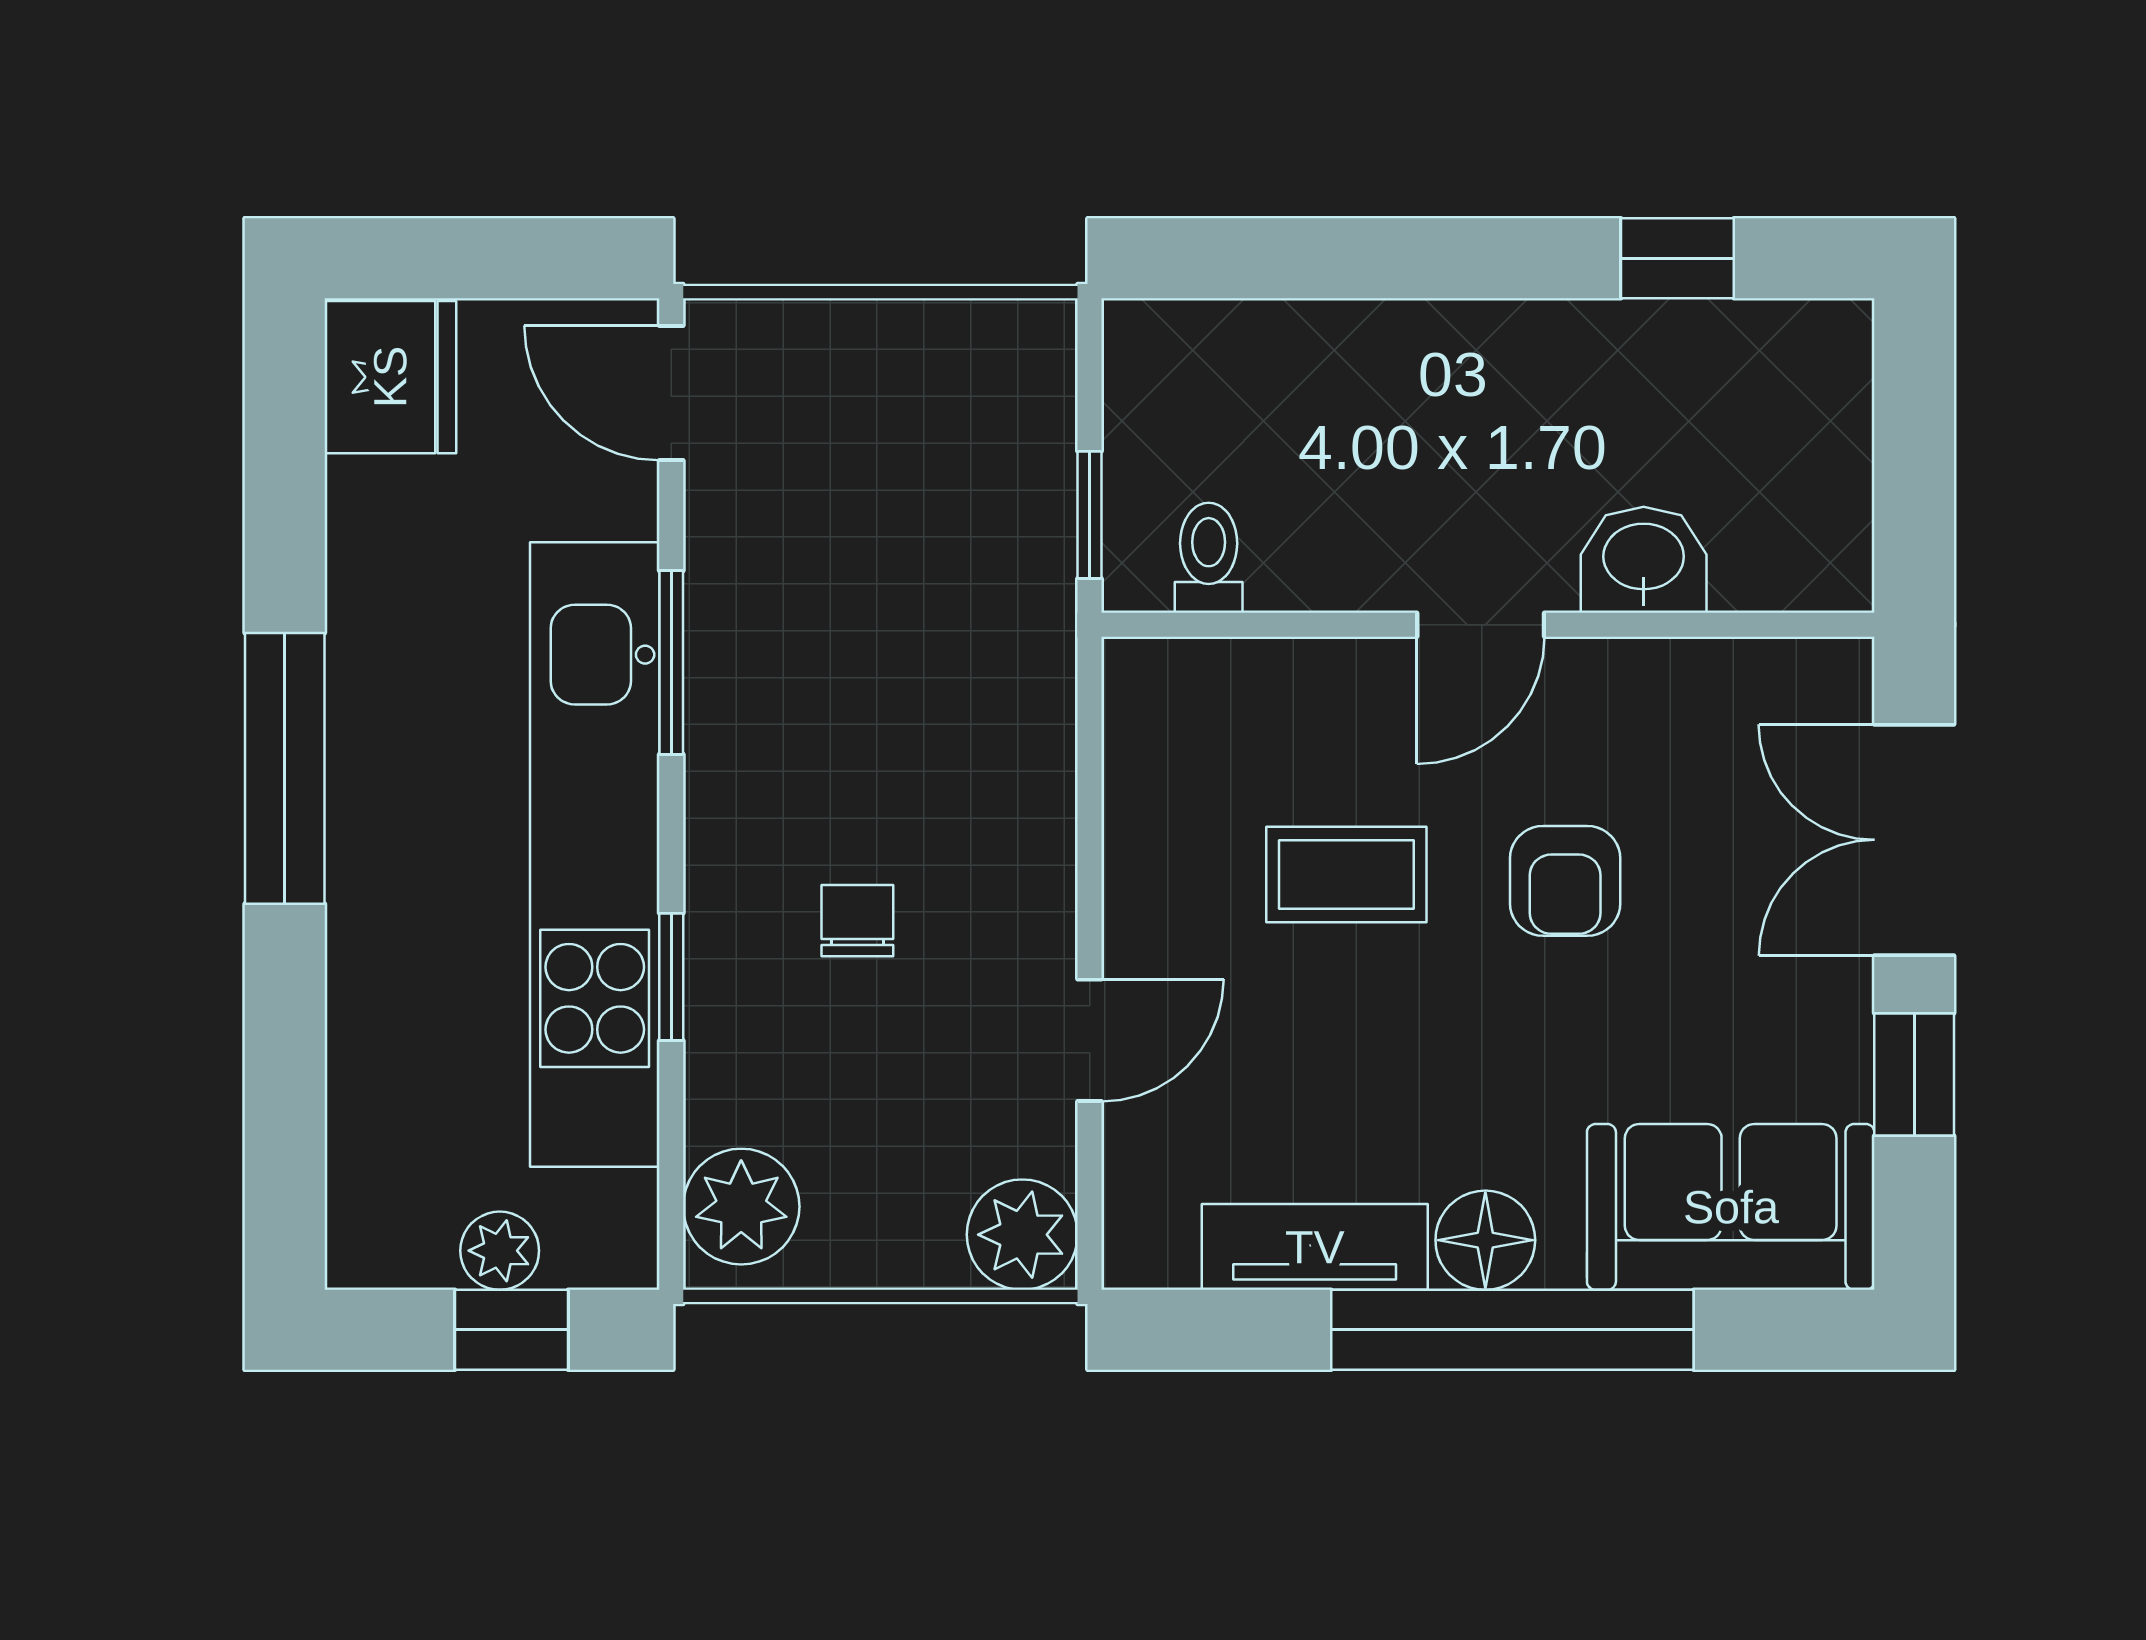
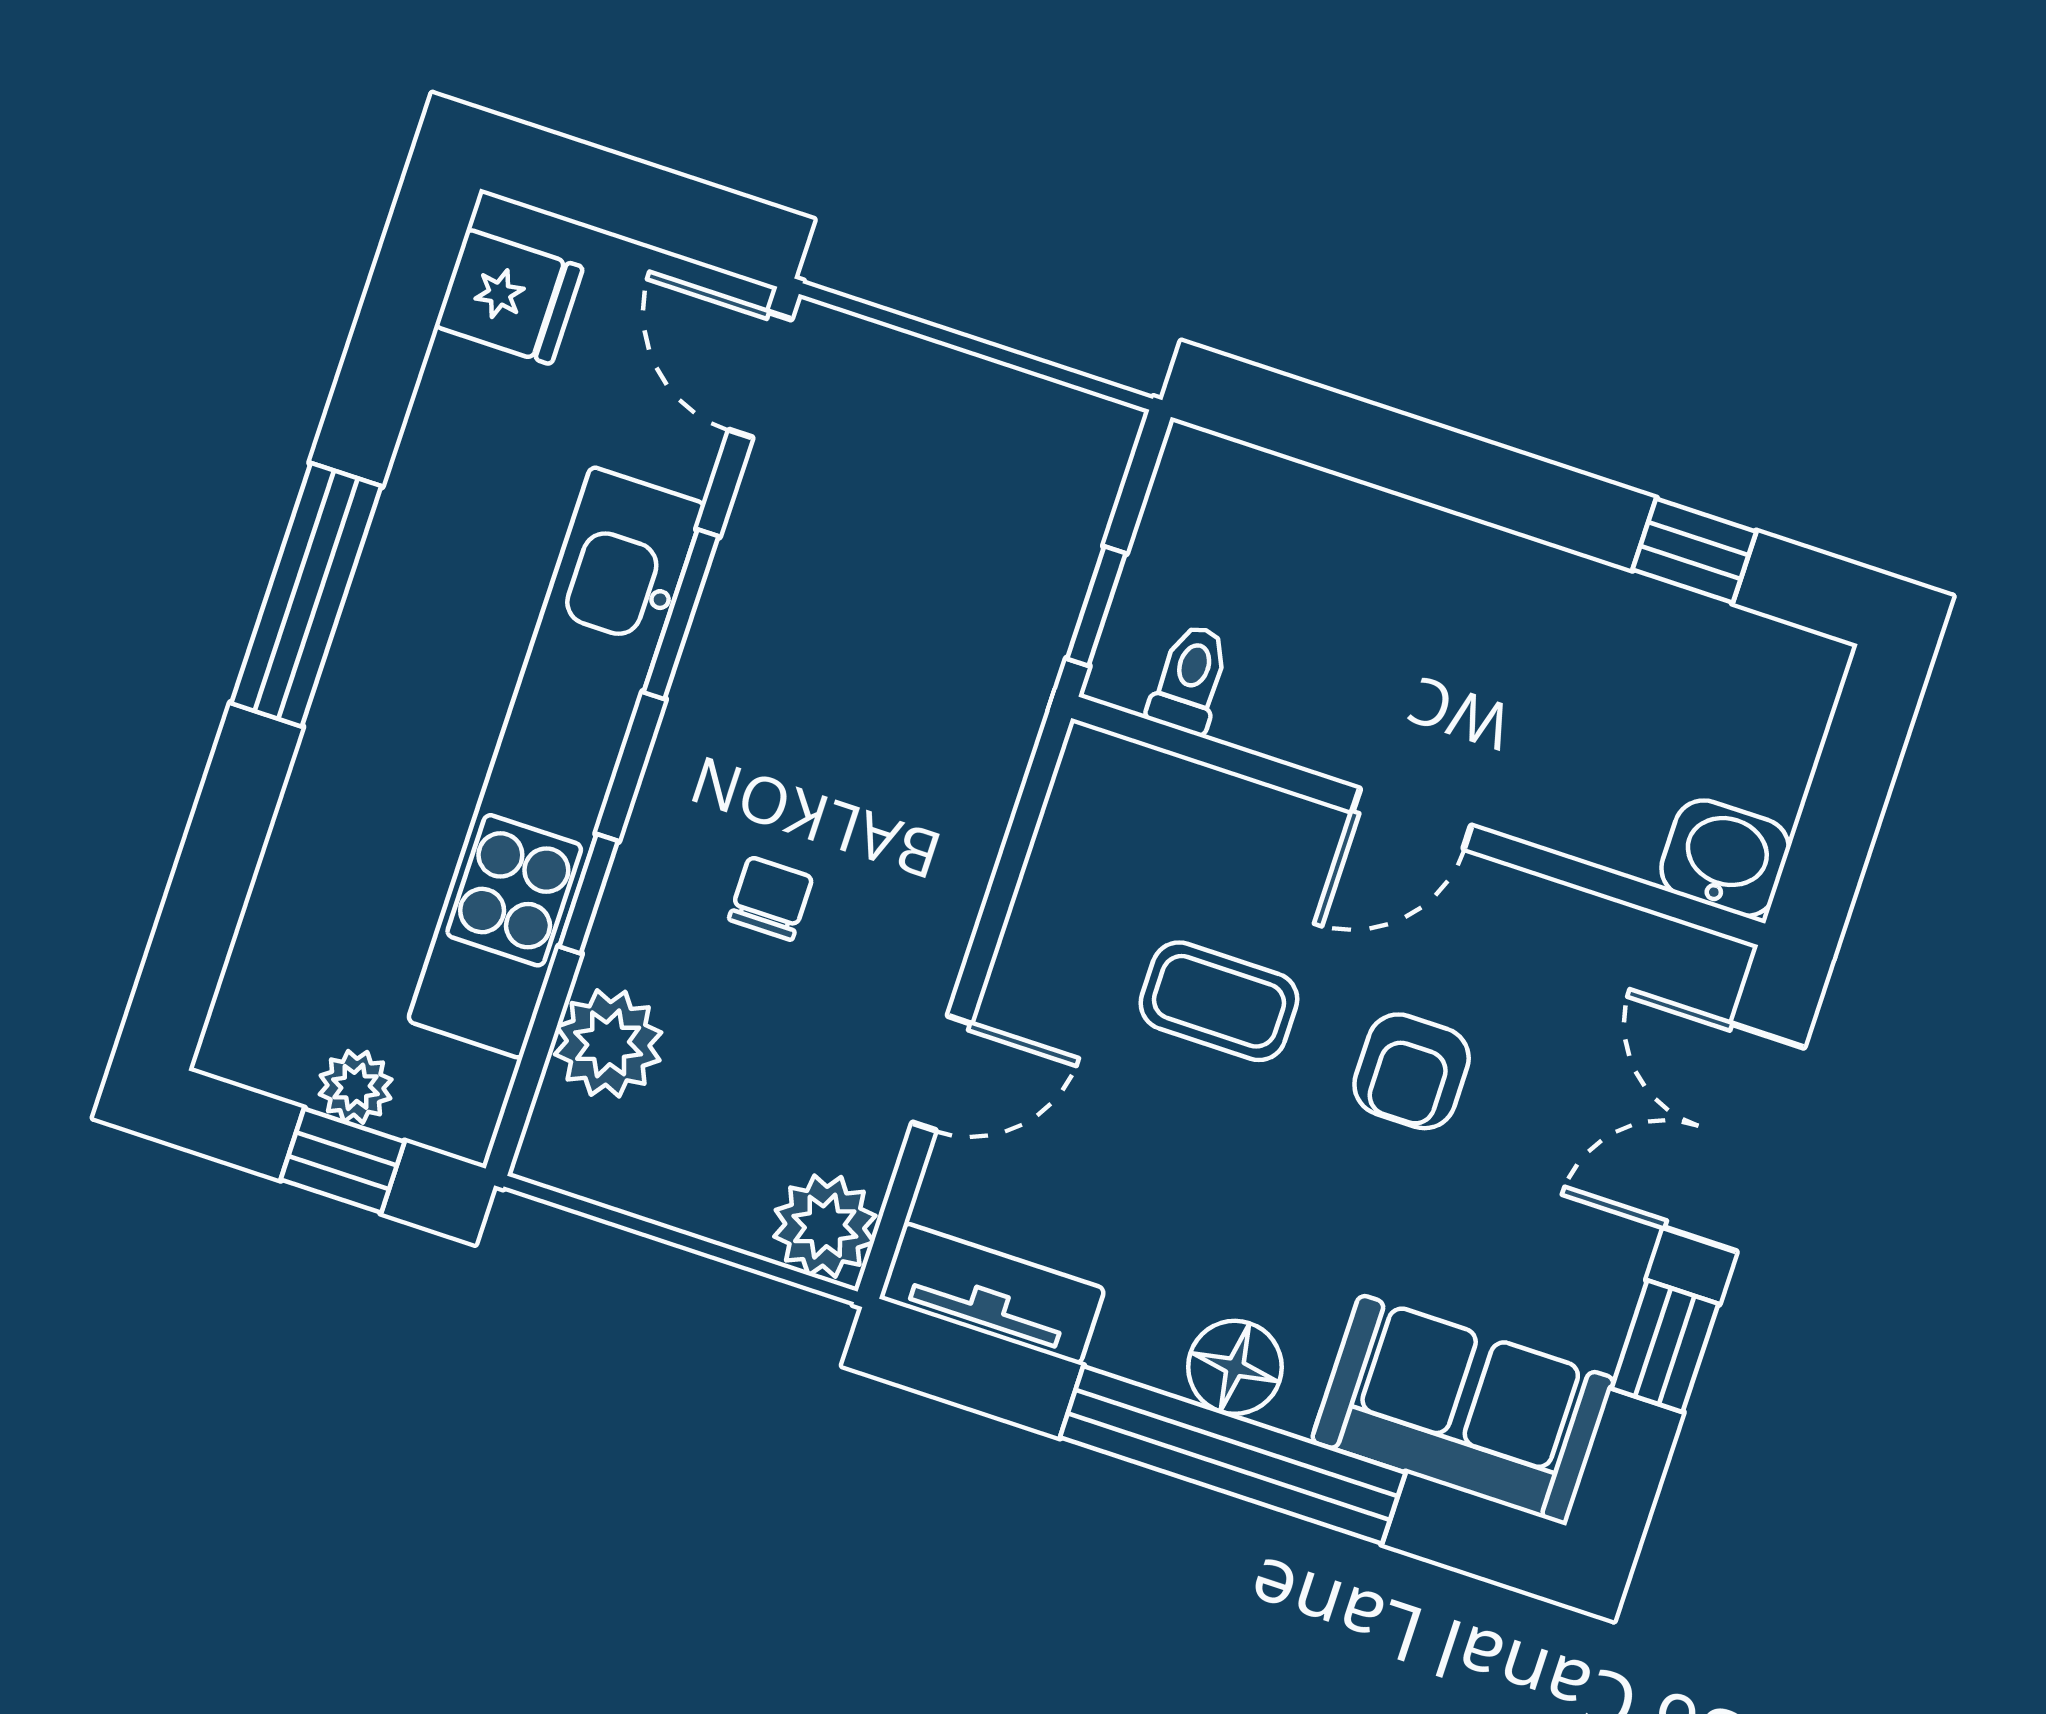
fridge: (390, 377) -> (509, 297), width x0.72
washbasin: (1644, 560) -> (1725, 858), moved
plant: (741, 1207) -> (608, 1043), moved
tv unit: (1315, 1247) -> (992, 1294), moved

